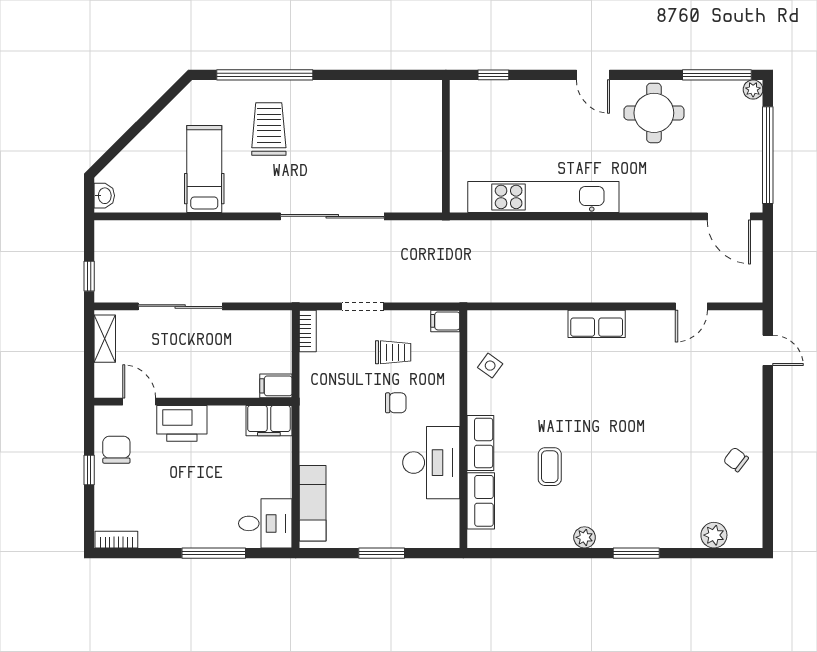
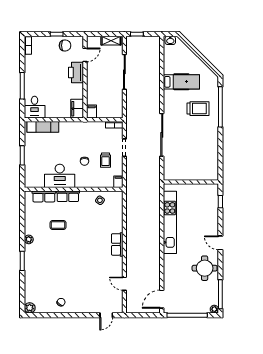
door: (593, 75) -> (220, 243), hinge flipped
plant: (714, 535) -> (30, 308), moved

